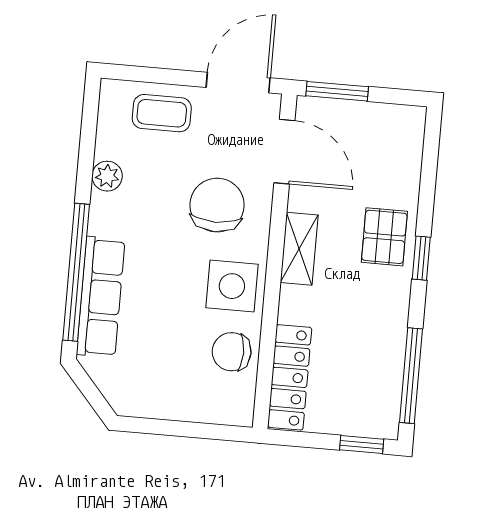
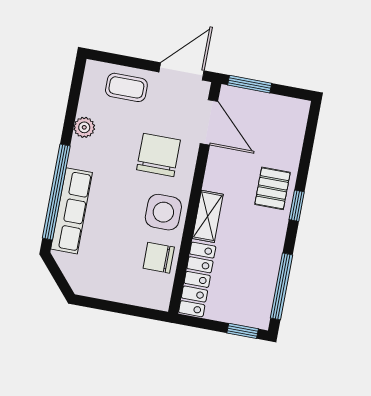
shelving: (299, 249) -> (208, 216), moved

